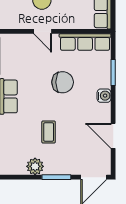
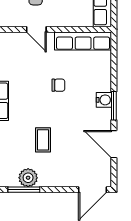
window: (113, 73) -> (114, 106), moved
chair: (63, 82) -> (58, 85), width x0.54, depth x0.54
window: (56, 177) -> (24, 190), moved

